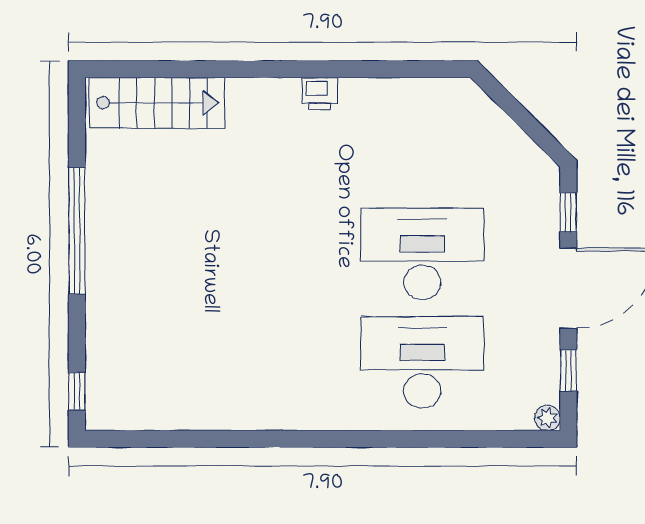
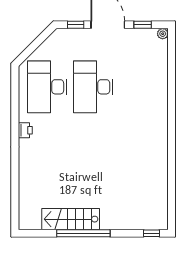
stairs: (157, 103) -> (71, 219), moved, turned -90
desk: (422, 363) -> (47, 87), moved

